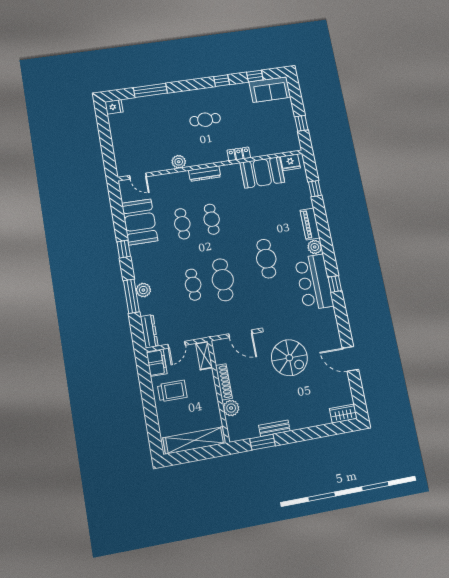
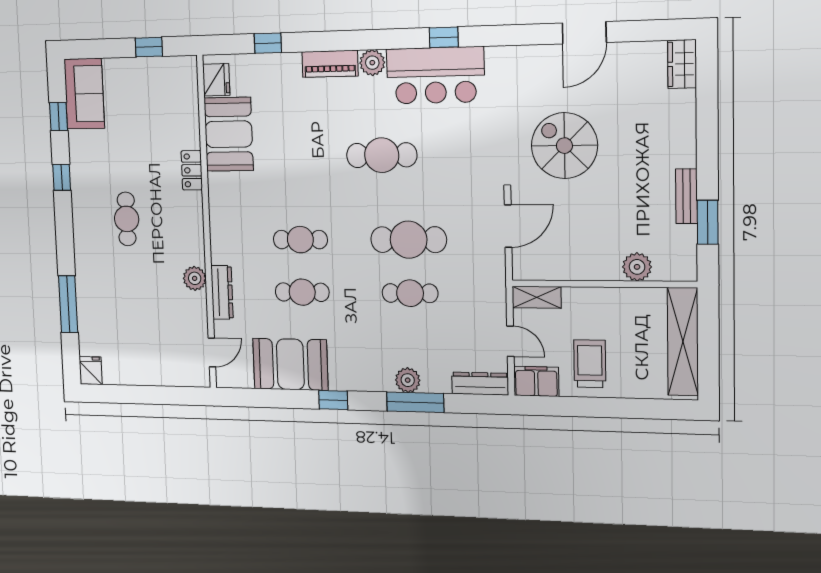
dresser: (205, 174) -> (222, 292), moved
spiral stairs: (289, 358) -> (564, 146), turned -90
shoe rack: (224, 382) -> (589, 271), removed

